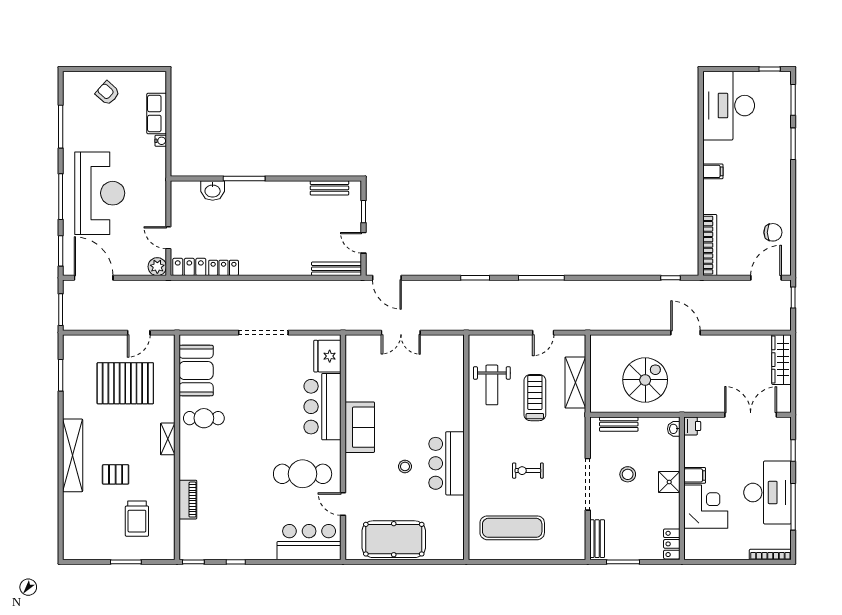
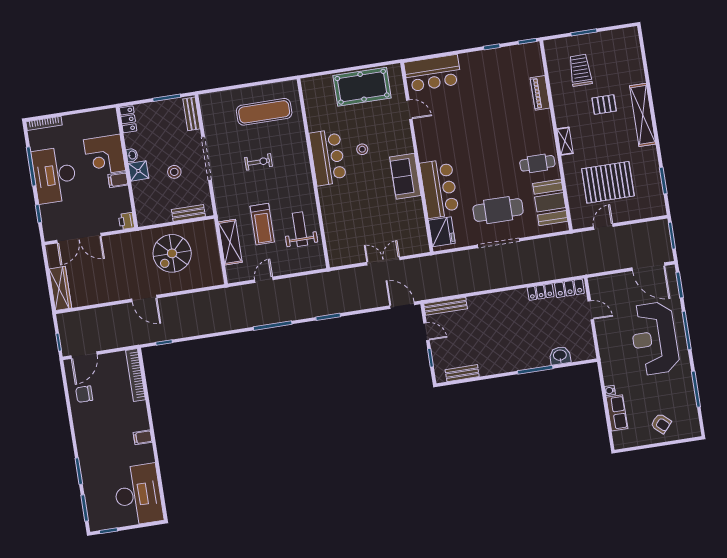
plant: (157, 267) -> (596, 284), removed
washbasin: (674, 429) -> (132, 155), moved
cafe table: (303, 474) -> (498, 210), moved

